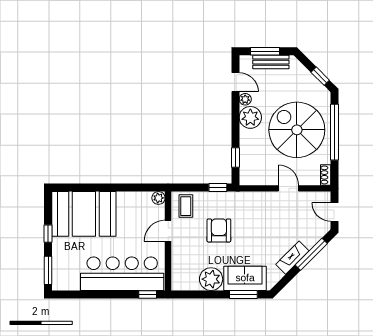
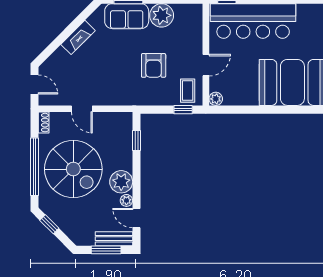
bench: (271, 62) -> (114, 239), moved
window: (218, 188) -> (183, 110), moved
window: (311, 254) -> (58, 41), removed

